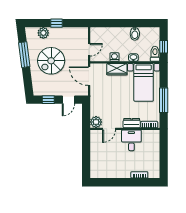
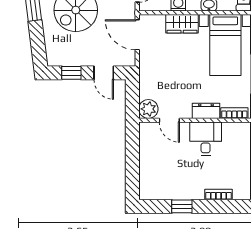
door: (68, 100) -> (104, 73), hinge flipped
door: (109, 129) -> (169, 120), hinge flipped
window: (117, 182) -> (182, 206), added

